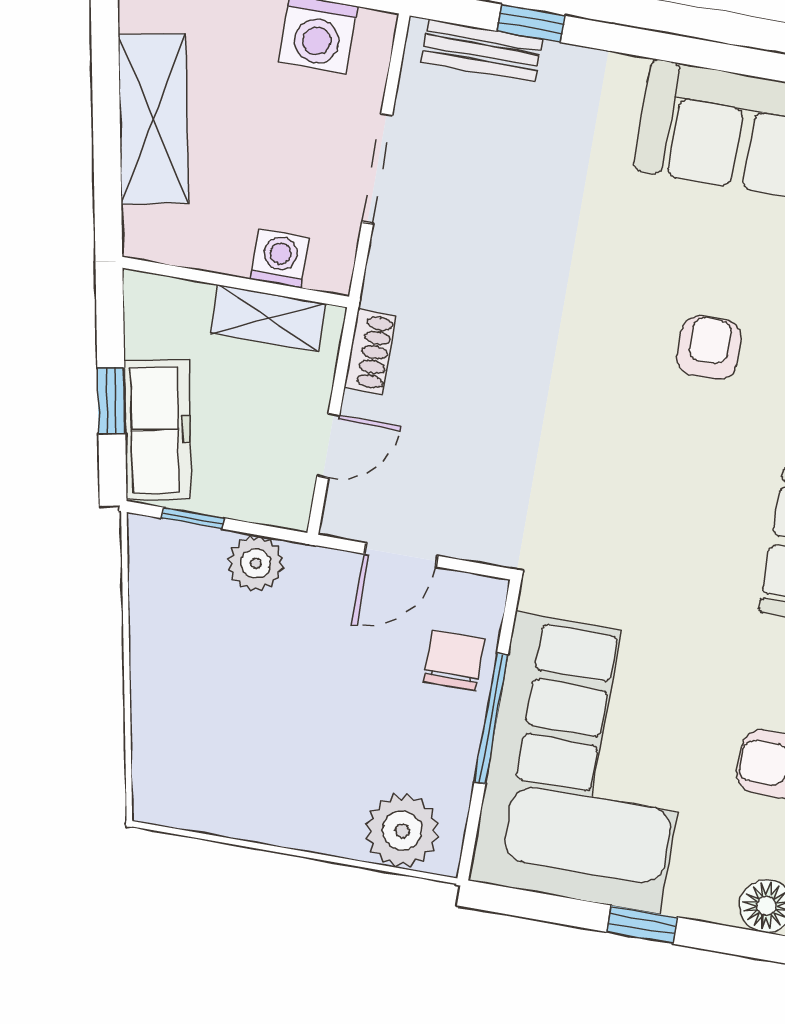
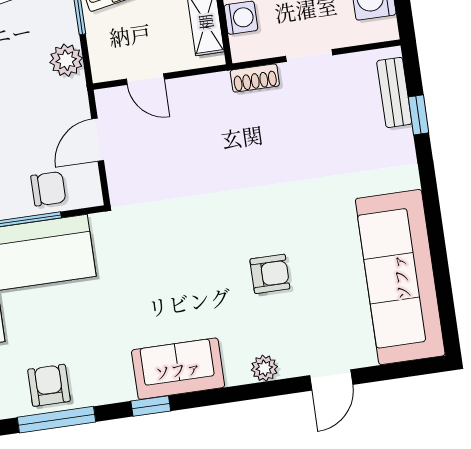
doorway: (377, 169) -> (309, 56), width x0.73
shoe rack: (370, 351) -> (255, 78), moved
door: (401, 555) -> (98, 140), hinge flipped

